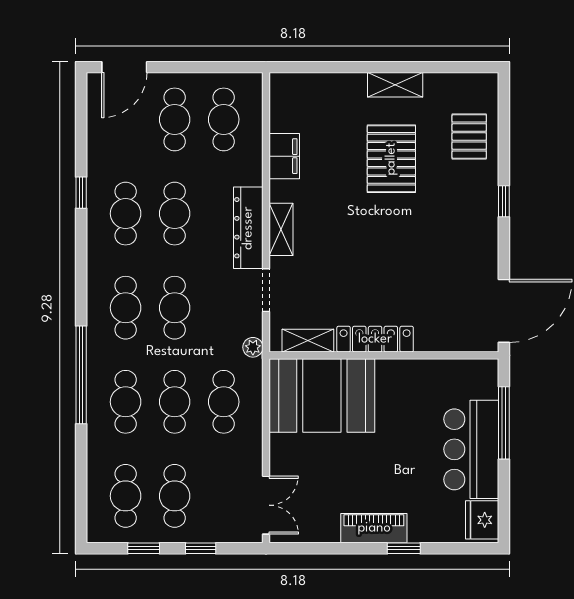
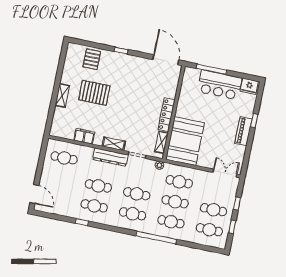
shelving: (395, 85) -> (62, 95), moved
cafe table: (175, 119) -> (60, 178), removed
pallet: (469, 137) -> (92, 59), turned 90

